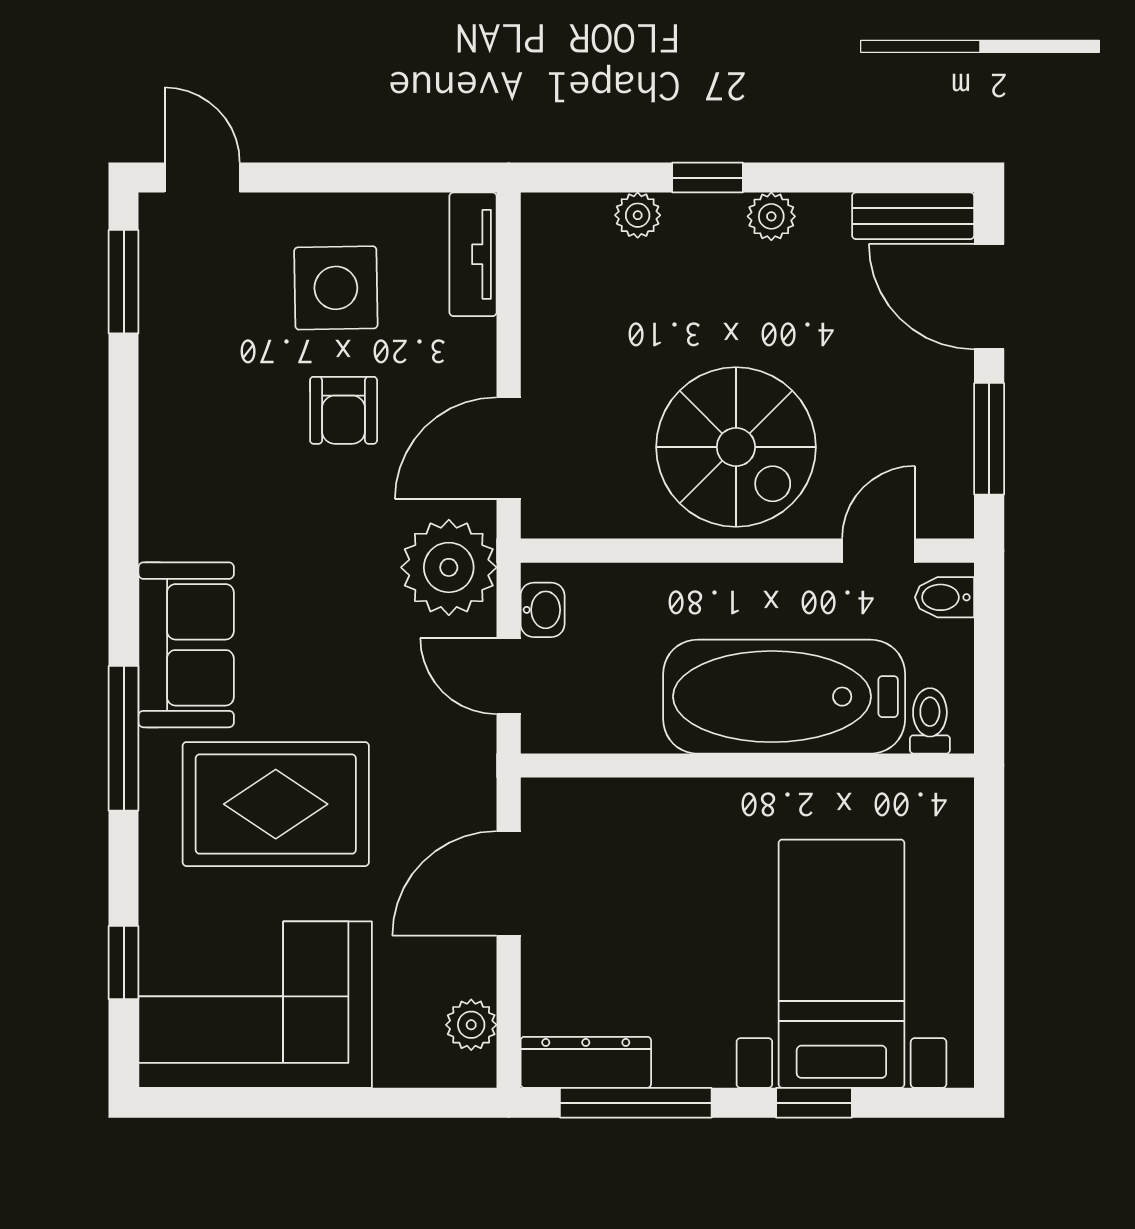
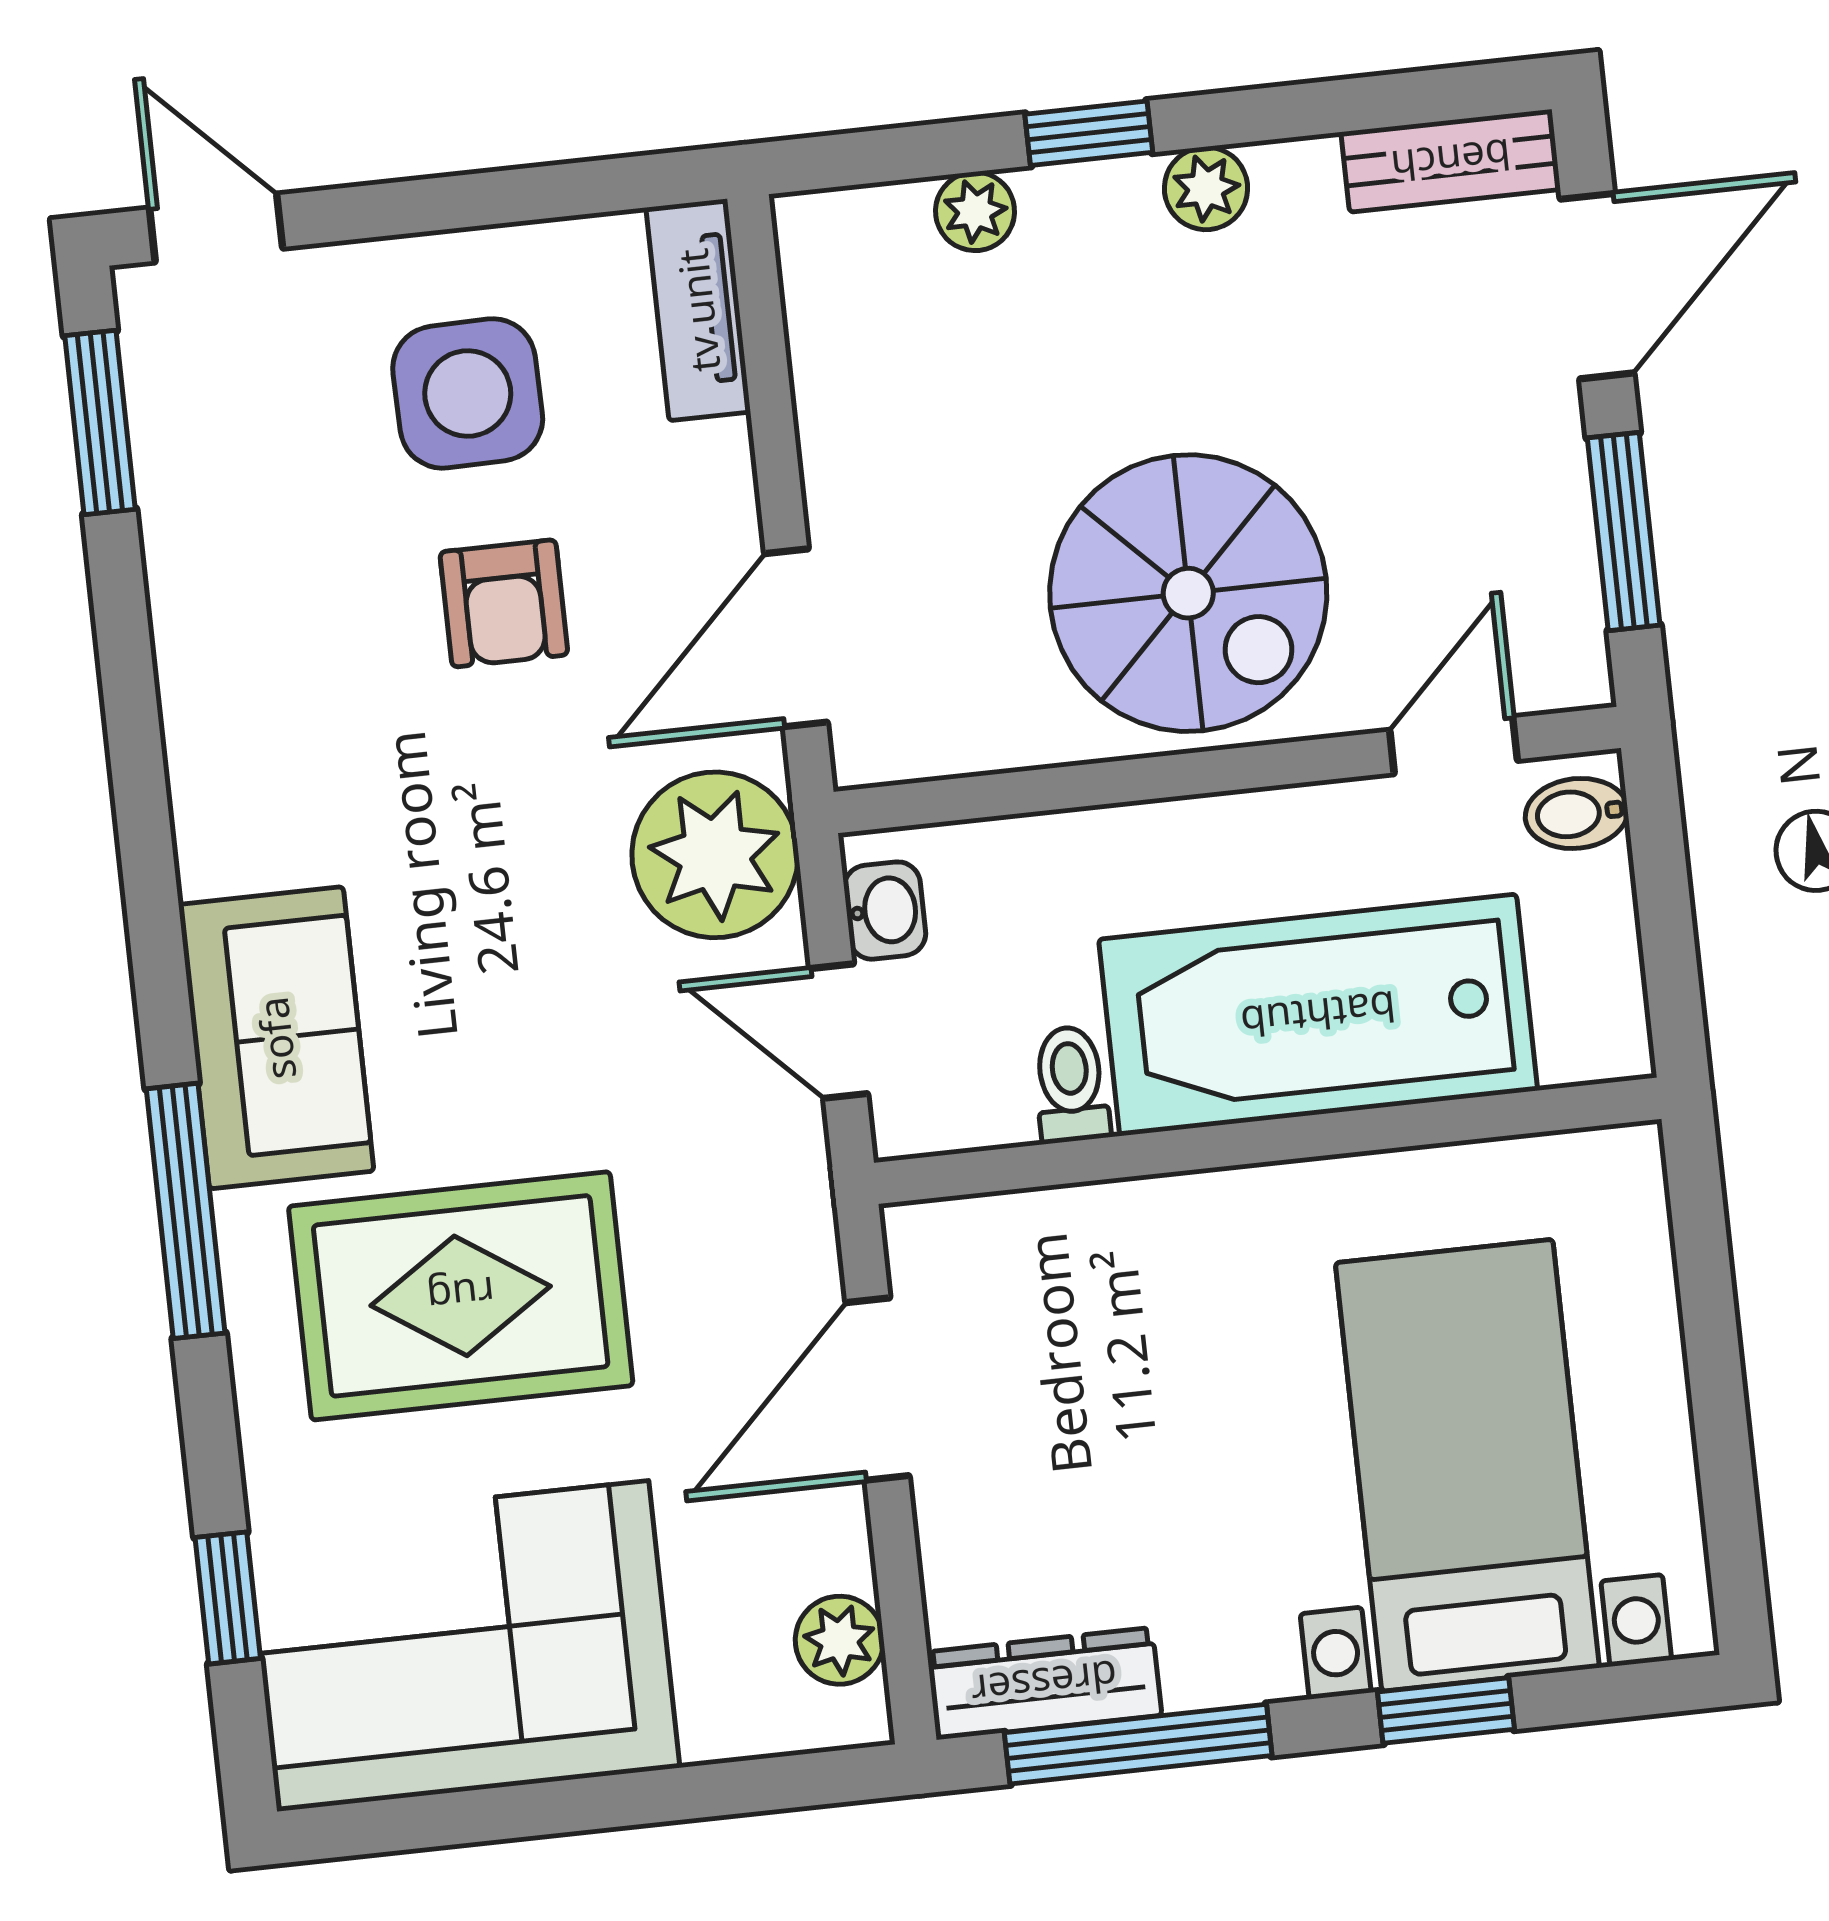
door: (989, 297) -> (1597, 286), swing flipped
toilet: (930, 721) -> (1071, 1084), moved

